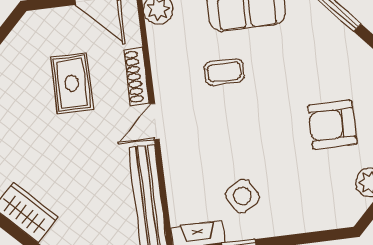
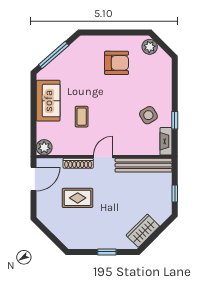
door: (155, 122) -> (103, 157), swing flipped
armchair: (332, 125) -> (117, 63), turned -90

